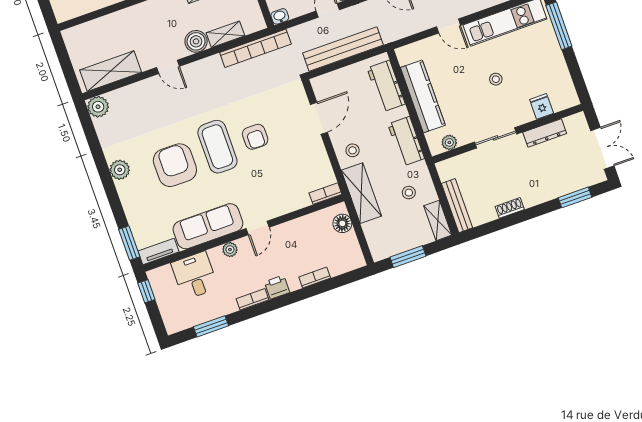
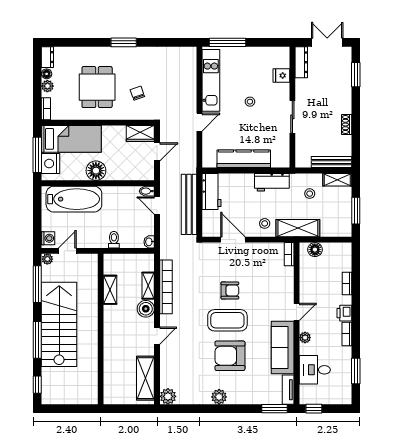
bookcase: (255, 48) -> (166, 287), moved
workbench: (386, 86) -> (211, 191), moved, turned -90
dresser: (545, 133) -> (301, 62), moved
plant: (449, 142) -> (284, 151), removed
door: (258, 228) -> (297, 312), hinge flipped

